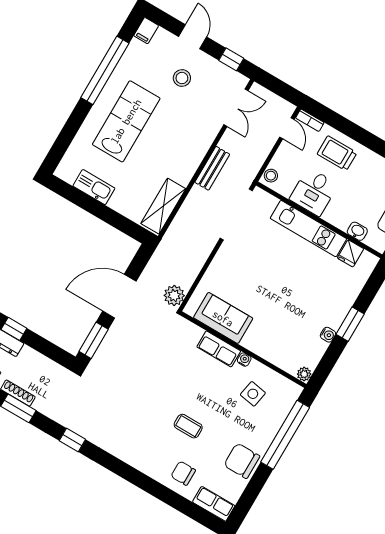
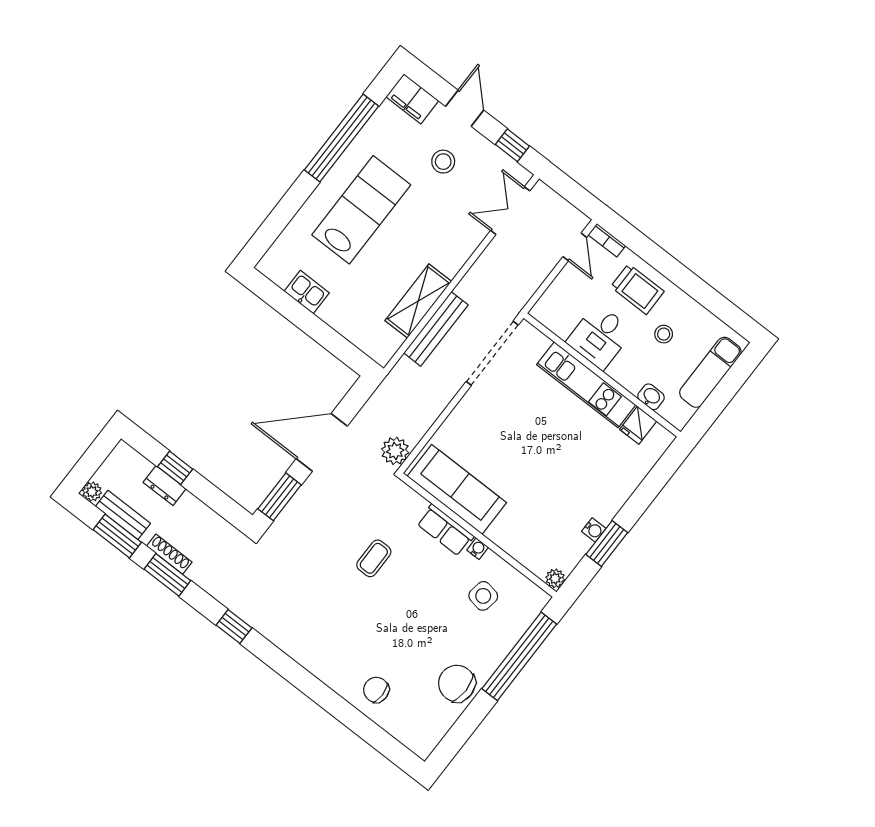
filing cabinet: (146, 31) -> (412, 99), width x2.00
double door: (236, 108) -> (510, 211), swing flipped
trolley: (337, 153) -> (637, 289), turned 180
bench: (212, 168) -> (436, 329), moved, width x1.36
stool: (271, 176) -> (664, 334), moved
kitchen sink: (94, 187) -> (307, 292), width x0.73
shelving: (163, 206) -> (418, 301), moved
sofa: (223, 318) -> (457, 489), width x1.36
window: (350, 324) -> (607, 544), moved
coffee table: (188, 426) -> (374, 558), moved, turned 90
row of seats: (214, 504) -> (412, 736), removed

